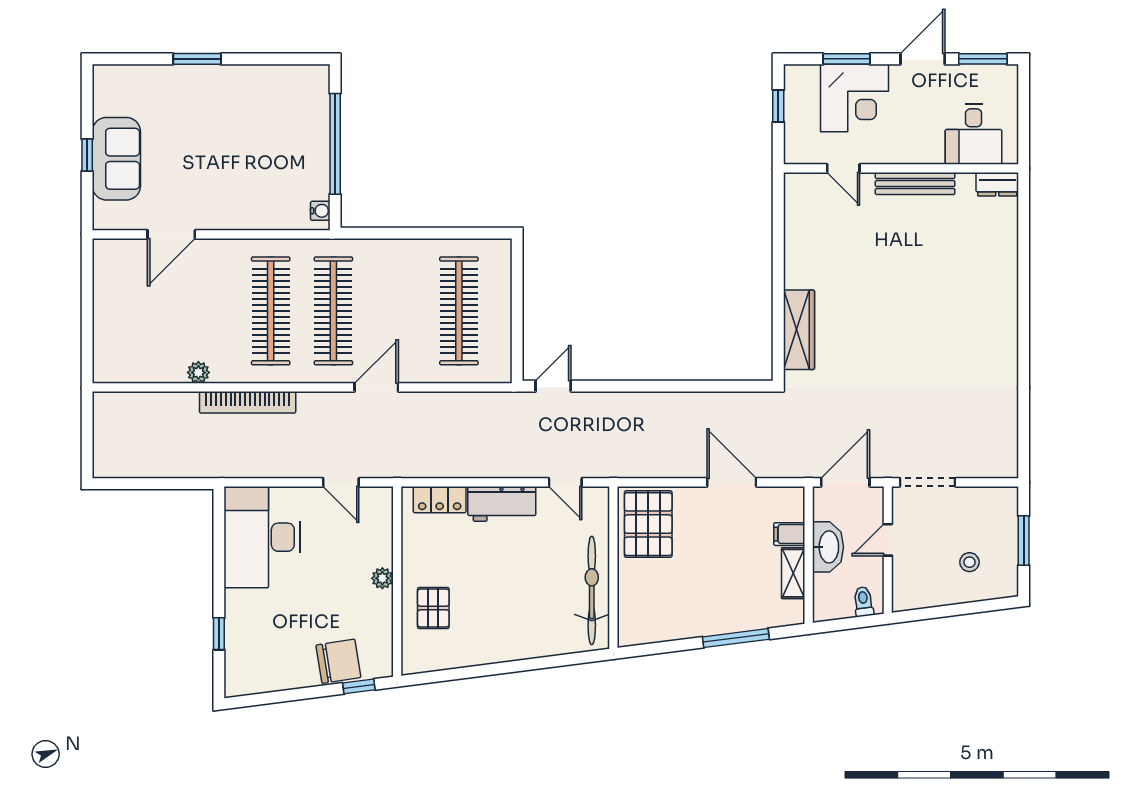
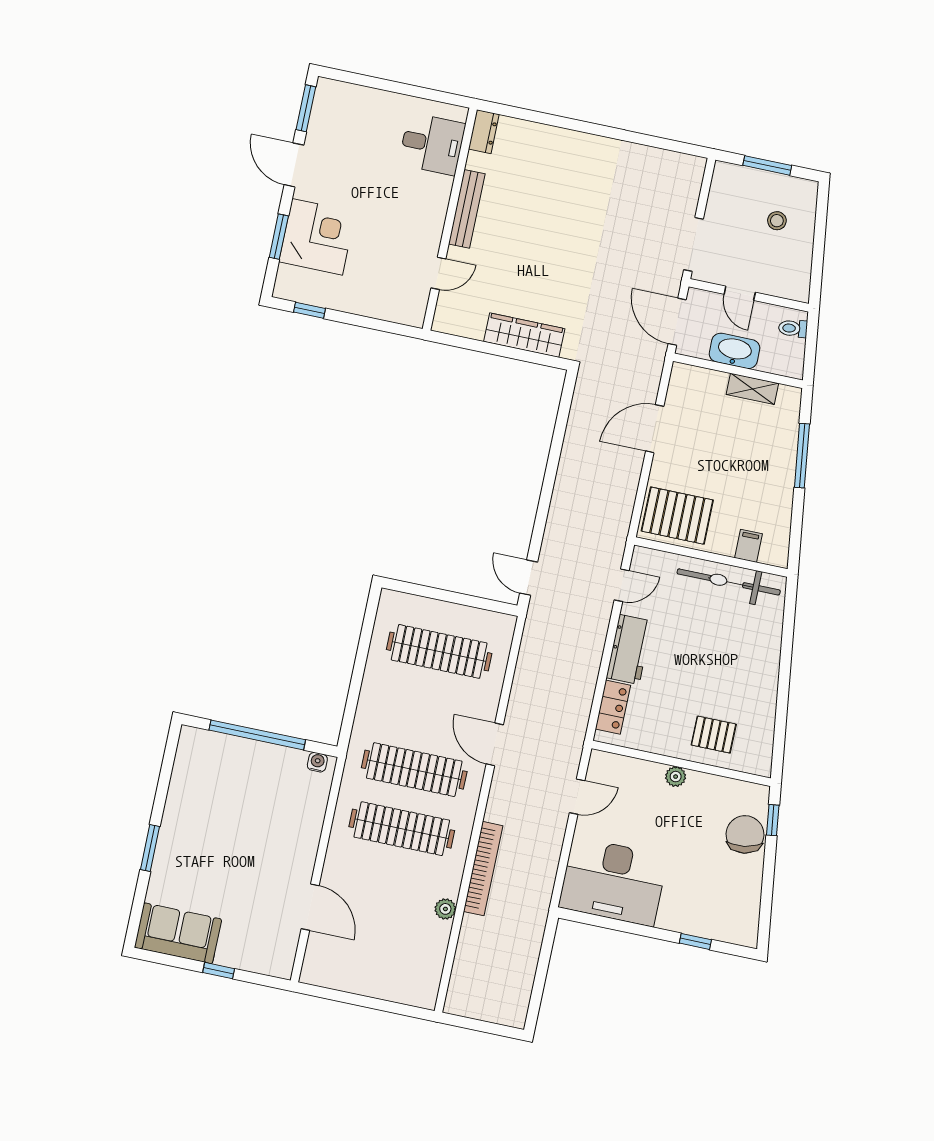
desk: (974, 134) -> (432, 144), moved
sofa: (116, 159) -> (178, 933), moved
door: (843, 168) -> (438, 273), moved
wall: (901, 168) -> (450, 219), moved
bench: (915, 184) -> (467, 209), moved
dresser: (997, 184) -> (484, 132), moved
filing cabinet: (789, 534) -> (749, 546), moved, turned 180

